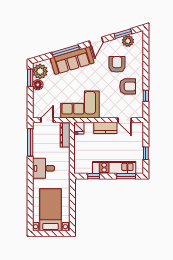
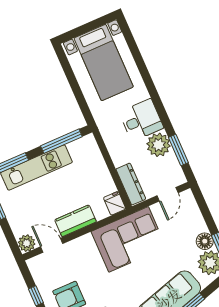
plant: (138, 127) -> (27, 243), added
window: (30, 142) -> (178, 150), width x0.69
plant: (40, 150) -> (159, 145), added
window: (94, 176) -> (61, 141), width x2.17

